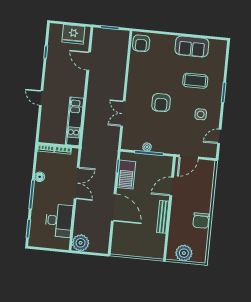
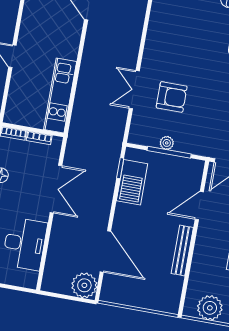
armchair: (161, 103) -> (172, 97), moved, turned -89
door: (114, 207) -> (105, 252), moved
plant: (81, 243) -> (84, 285), moved

